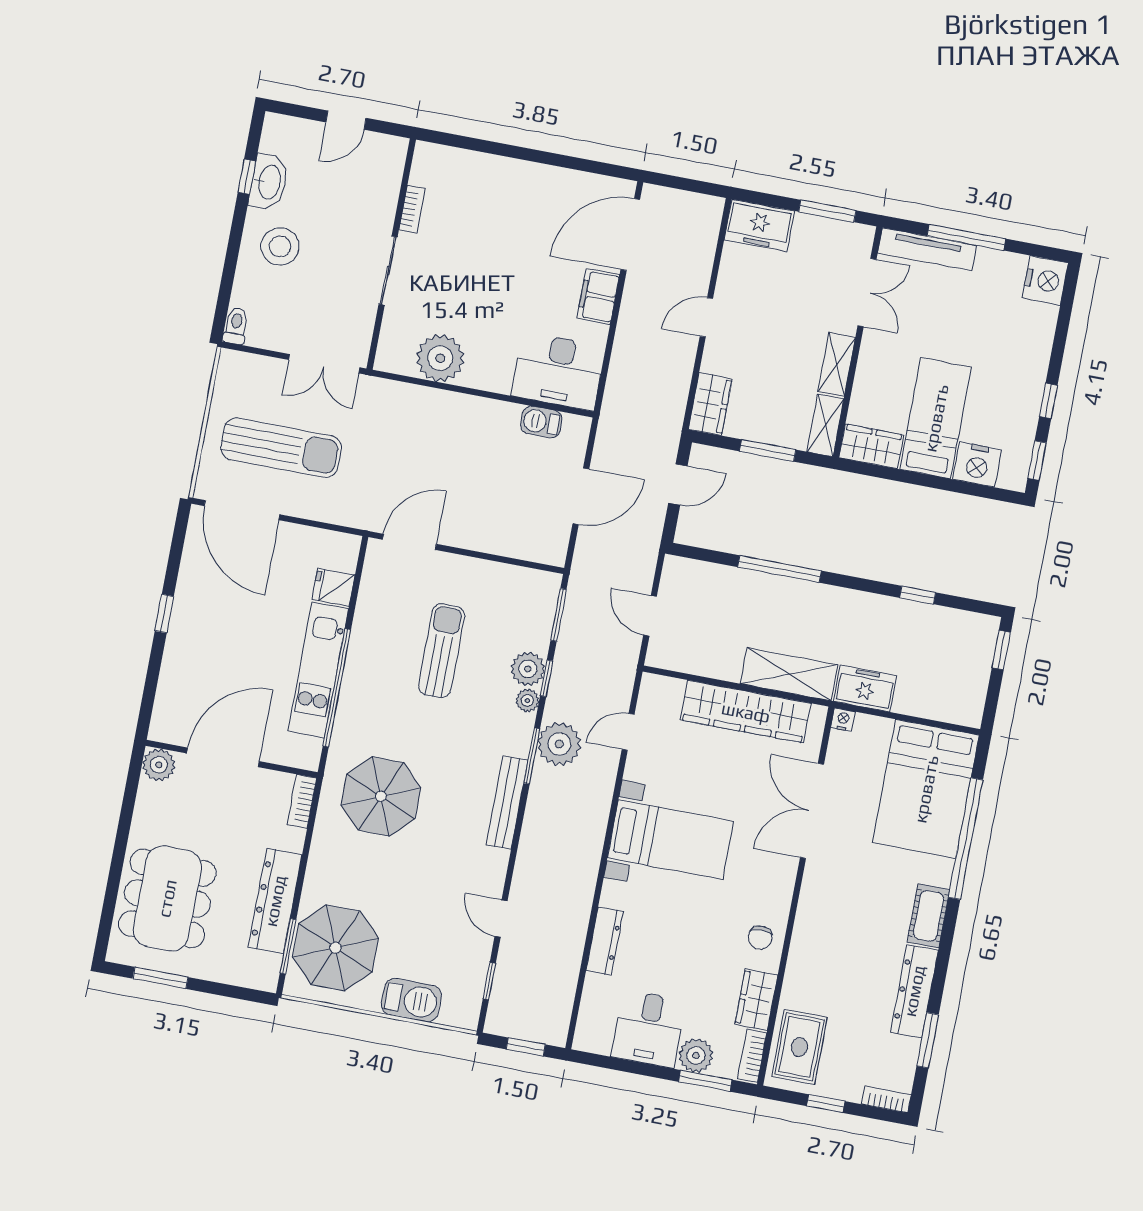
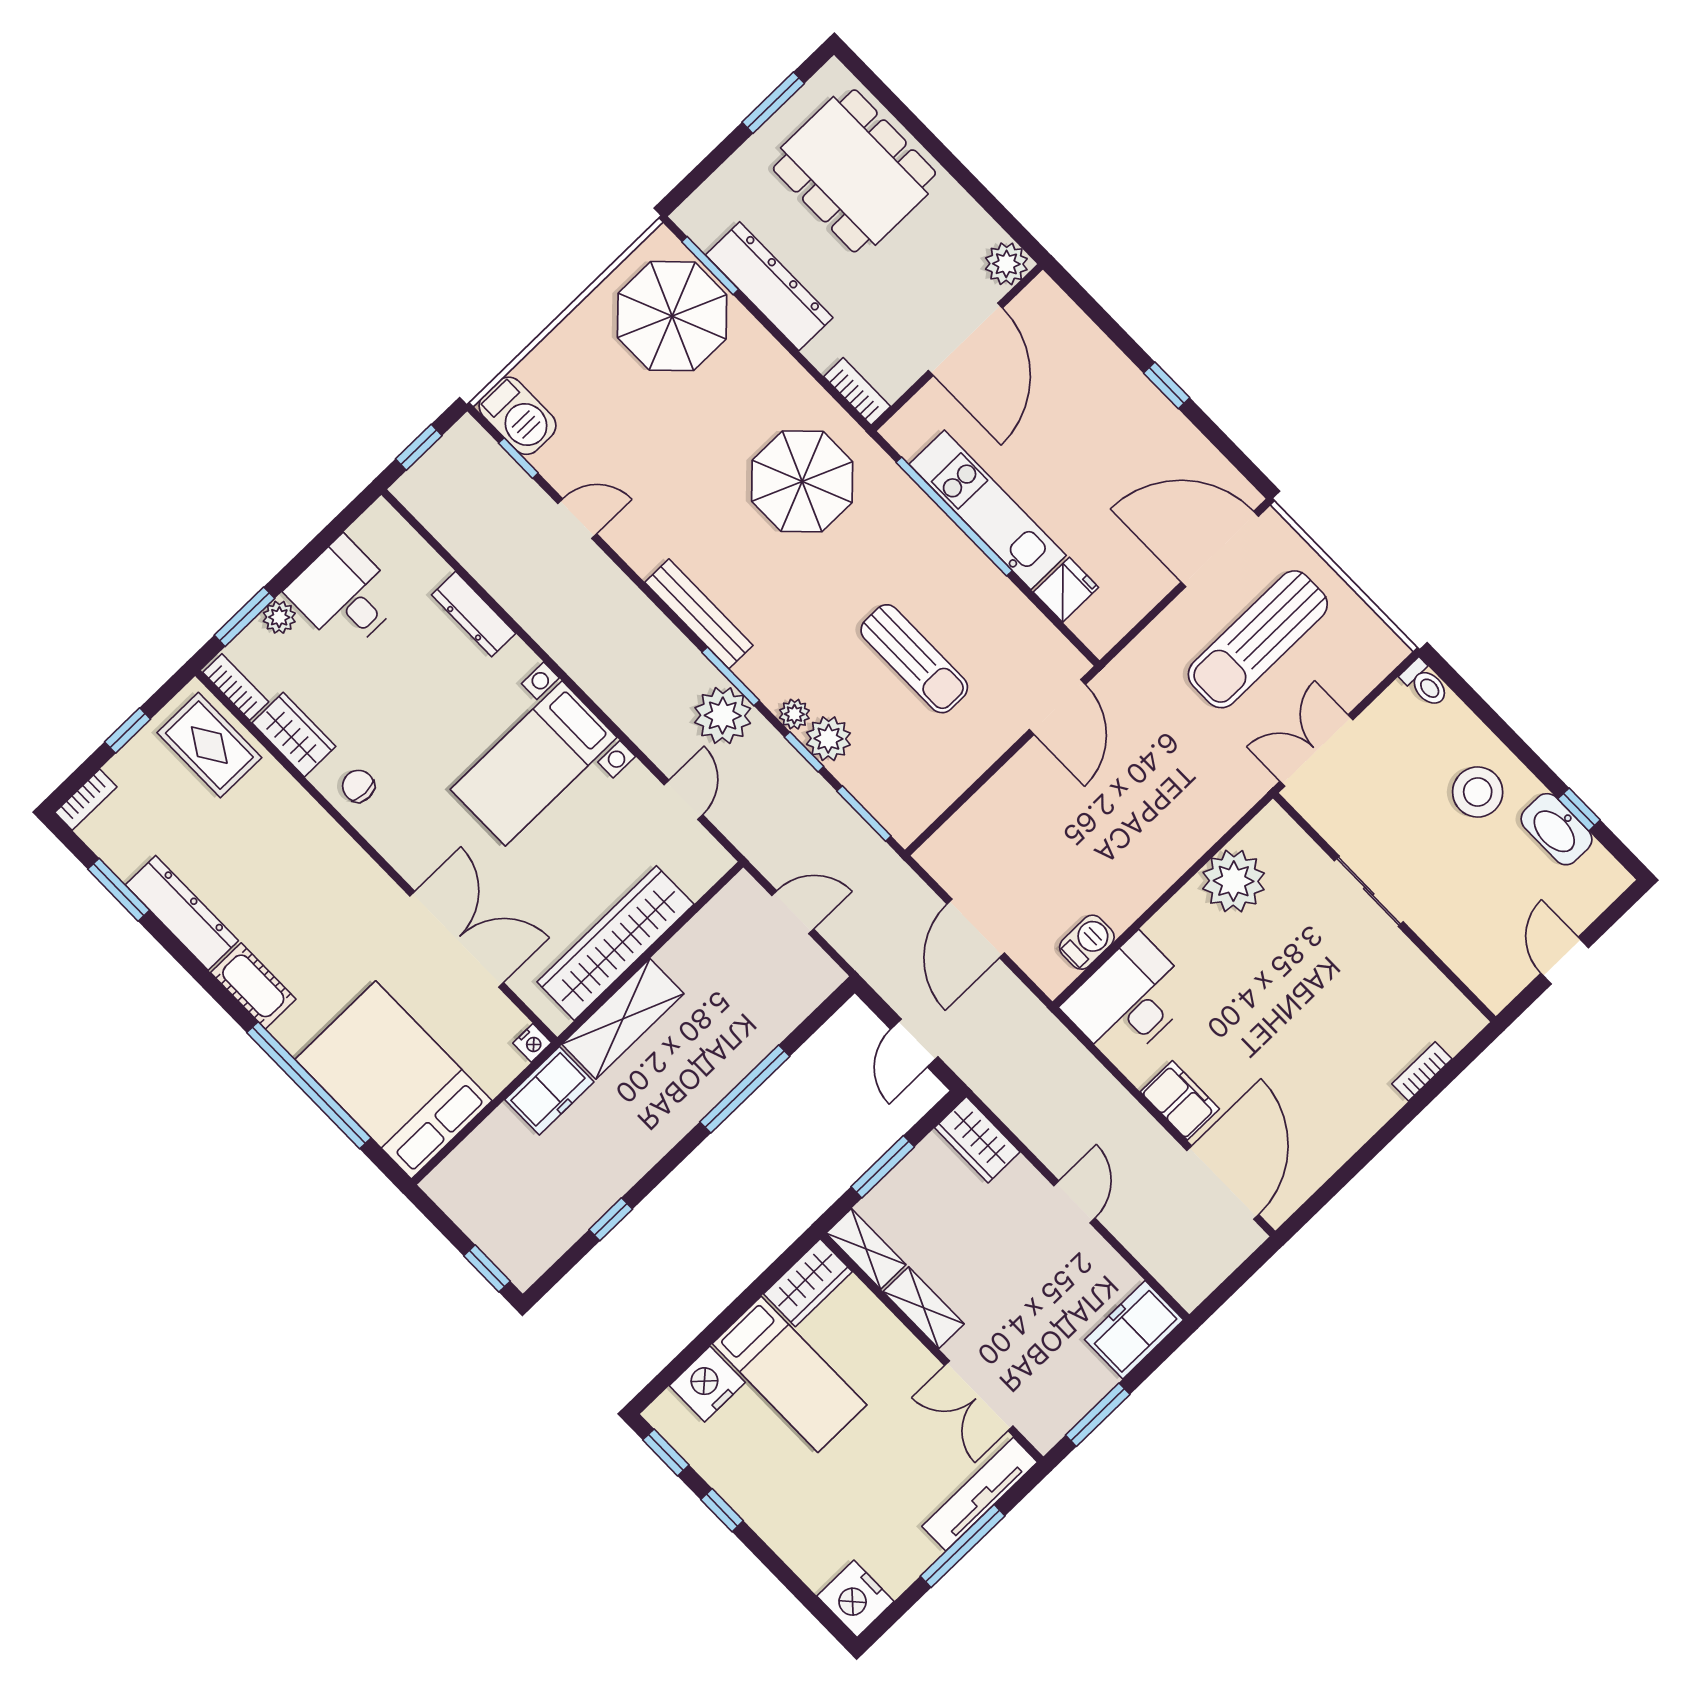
bookcase: (412, 209) -> (1422, 1071), moved, turned 90
barbecue: (411, 1000) -> (517, 416), moved, turned -90
plant: (696, 1056) -> (279, 617), width x0.73, depth x0.73

